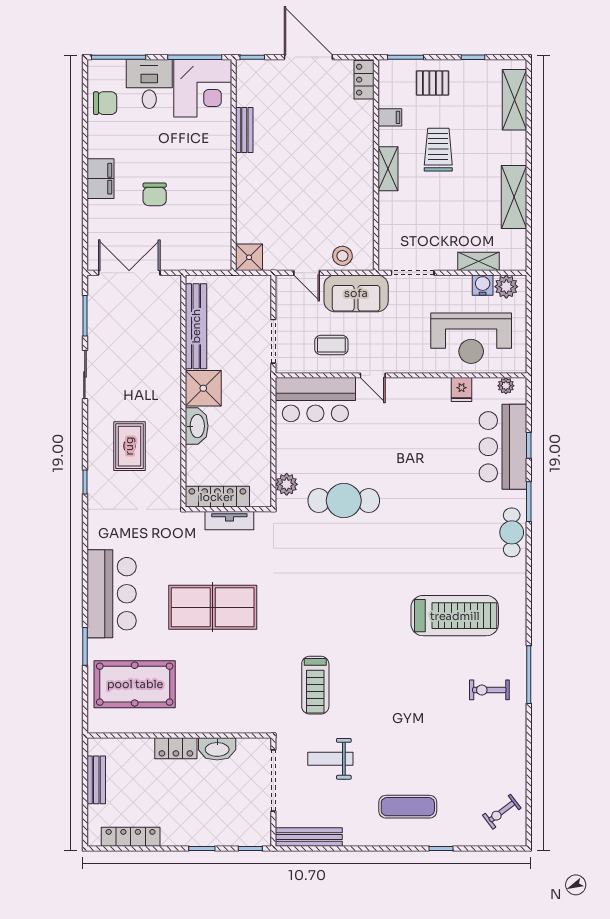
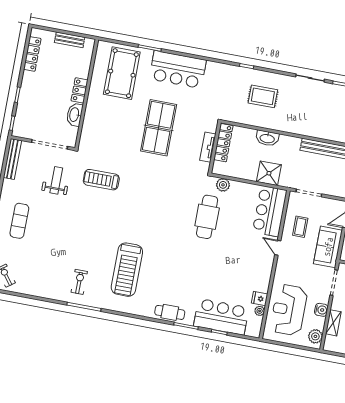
water cooler: (483, 285) -> (321, 310), moved
door: (373, 375) -> (278, 248), hinge flipped
plant: (506, 386) -> (260, 311), moved
shower: (203, 388) -> (269, 173), moved

